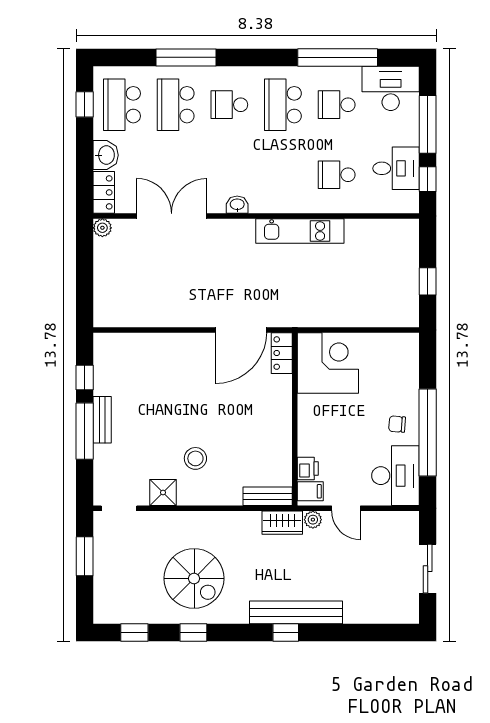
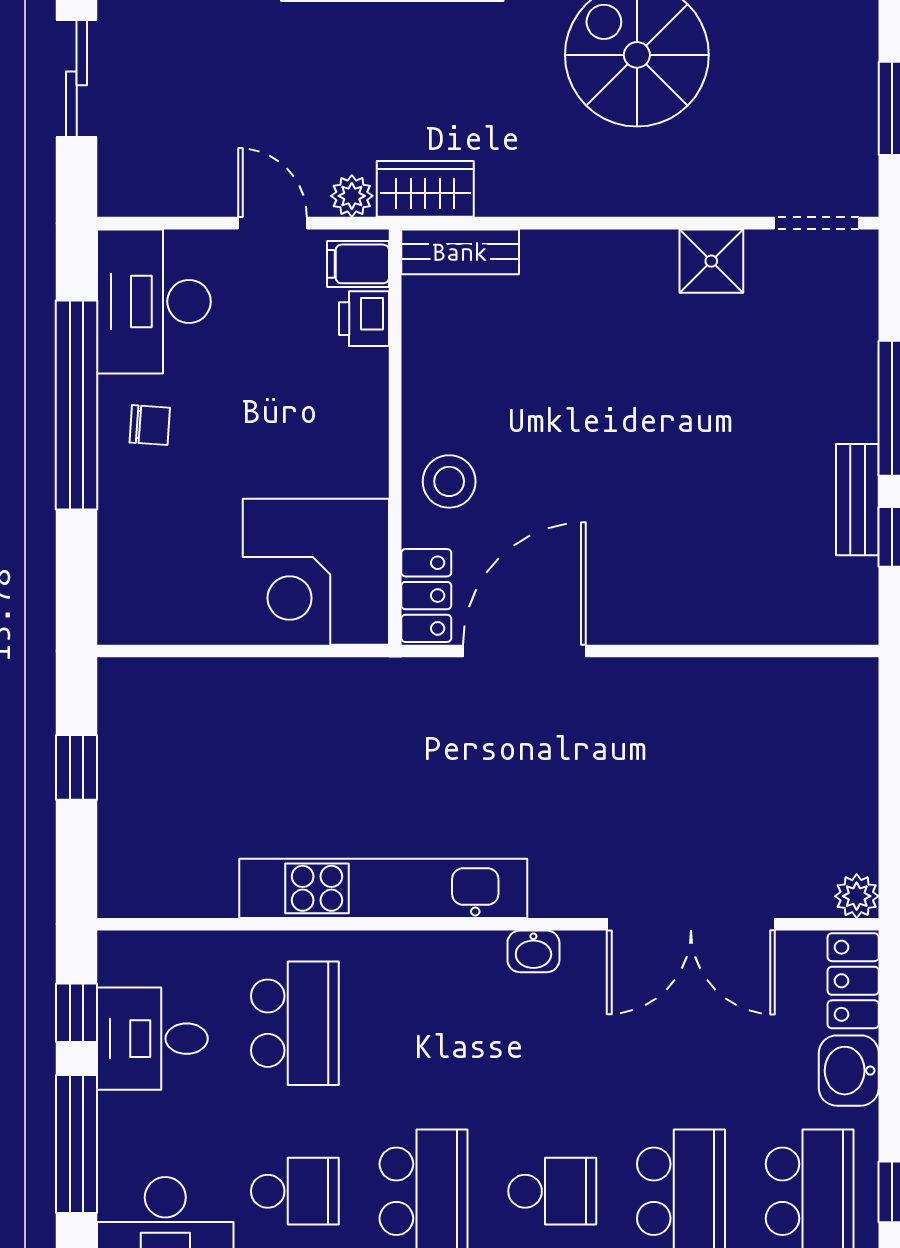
school desk: (337, 175) -> (295, 1023), width x1.85
kitchen unit: (300, 231) -> (383, 888), width x1.36
bench: (102, 420) -> (857, 500), moved
stool: (195, 458) -> (449, 481), moved

